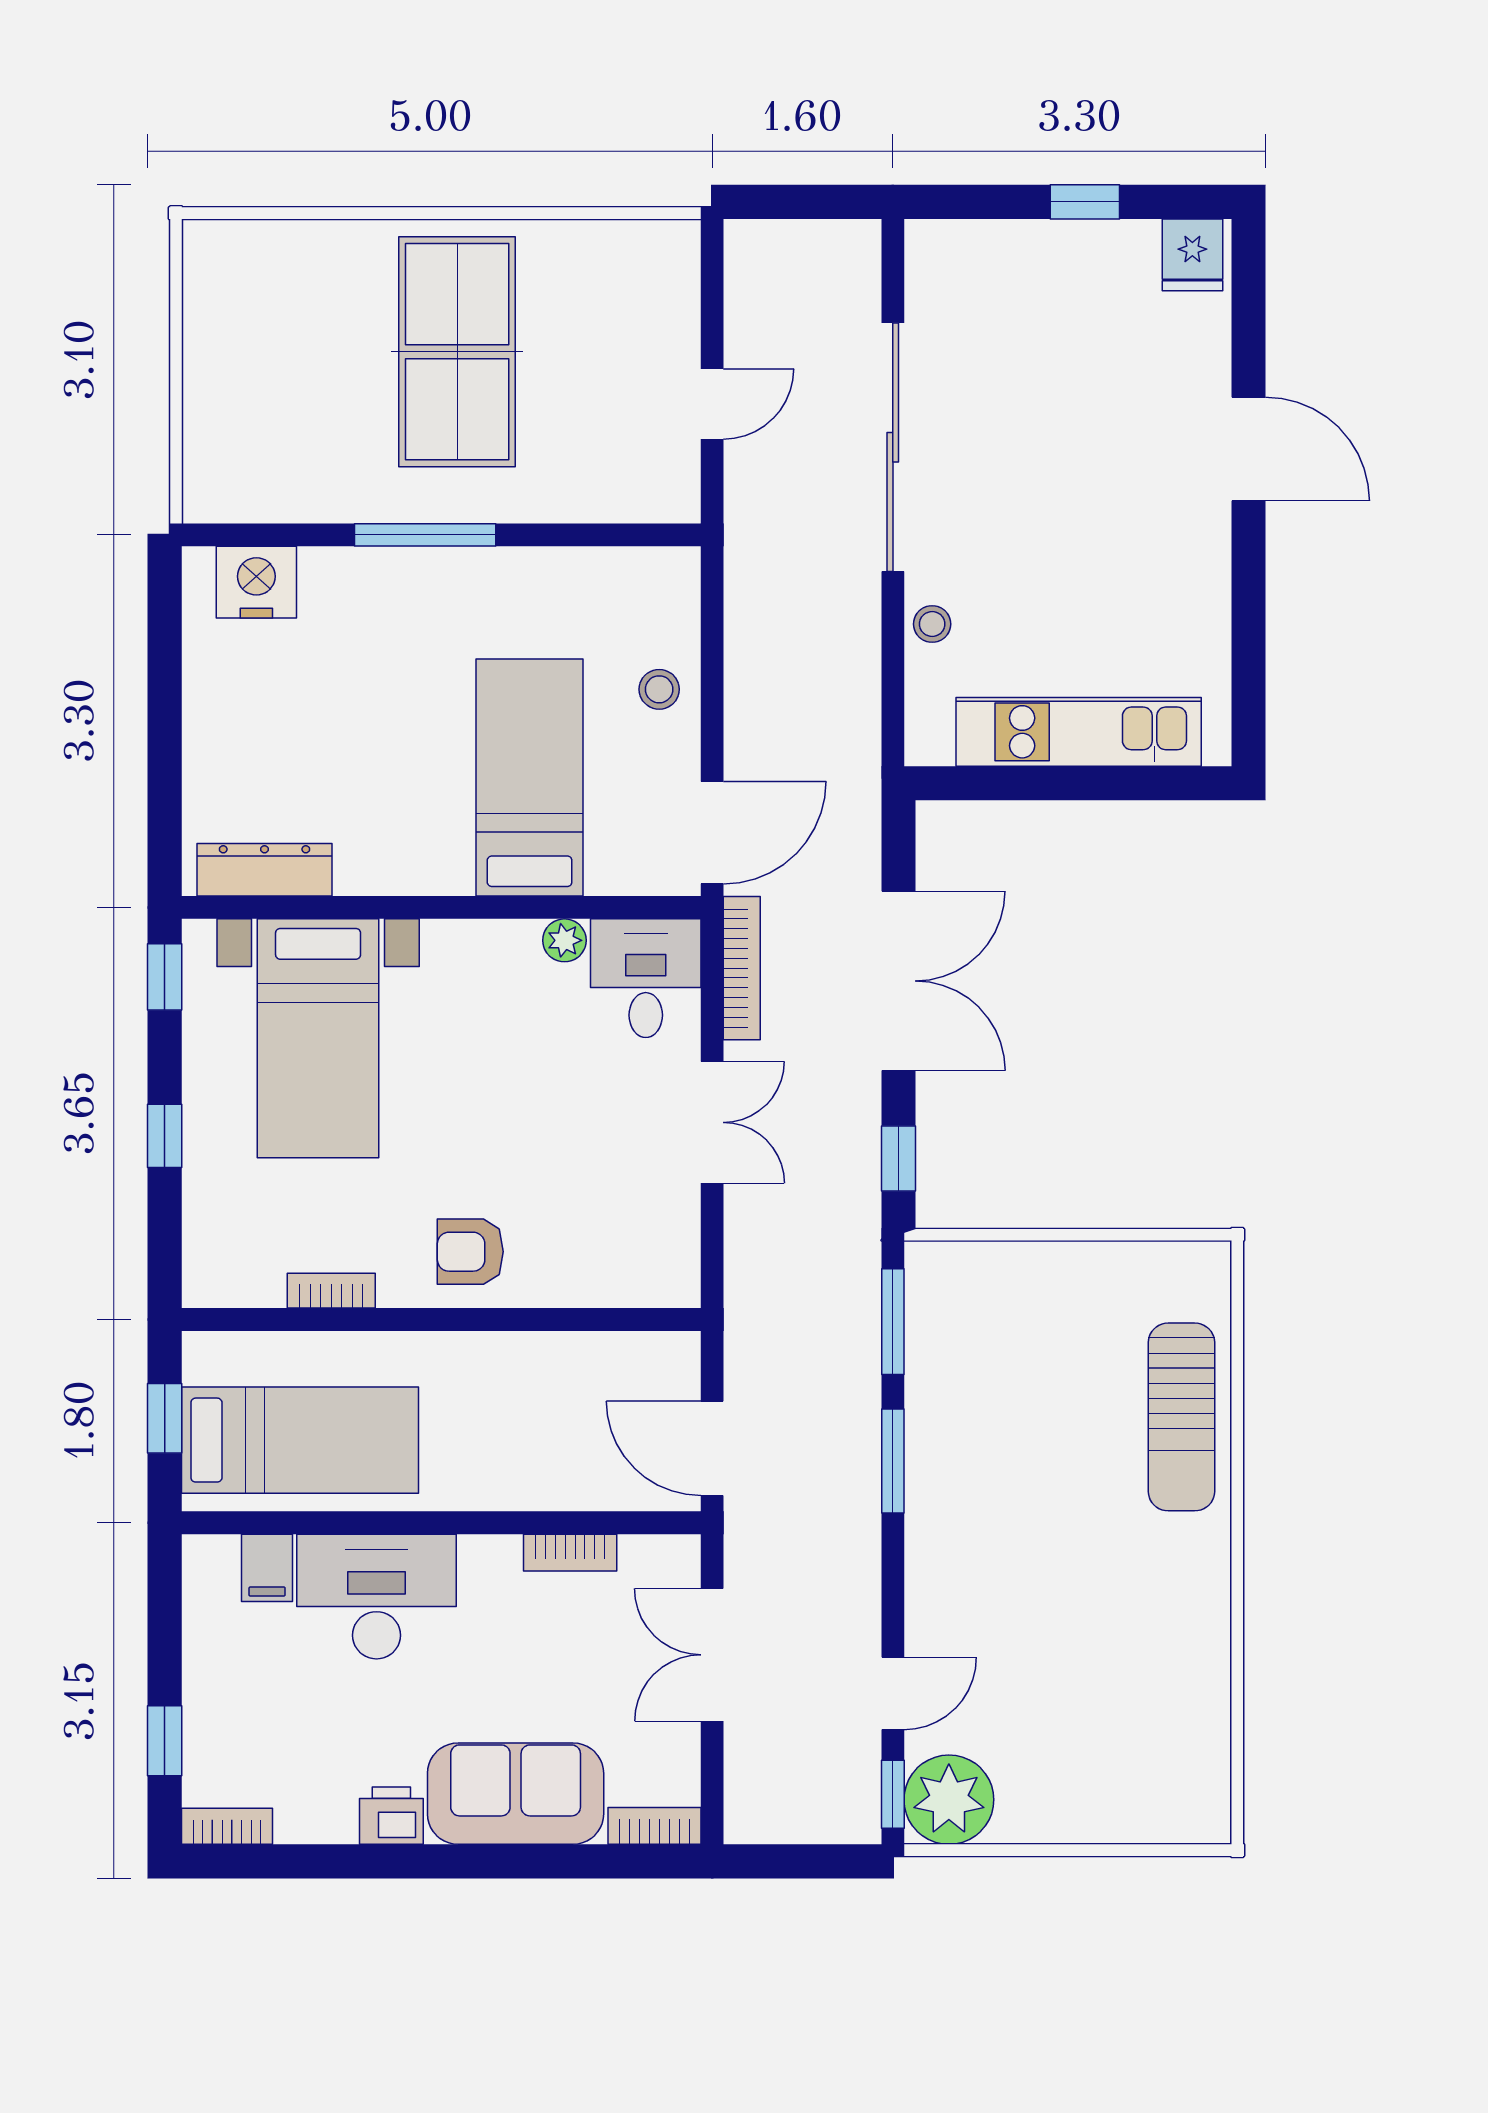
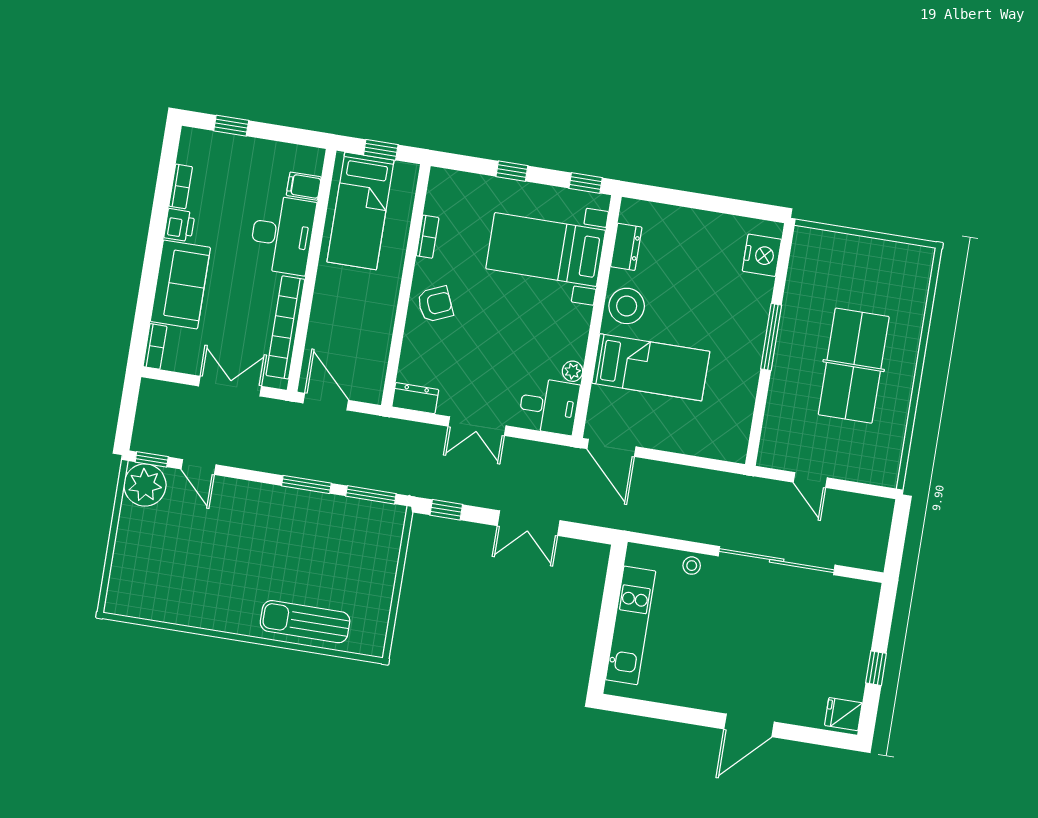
table tennis table: (457, 352) -> (854, 366), turned 90
stool: (659, 689) -> (627, 306), moved, width x1.89, depth x1.89
dresser: (265, 870) -> (626, 247), width x0.70
bookcase: (742, 968) -> (546, 451), removed
double door: (898, 981) -> (529, 523), width x0.73
armchair: (470, 1252) -> (435, 304), turned 67
dresser: (675, 1262) -> (415, 398), added
door: (712, 1448) -> (326, 402), hinge flipped
bookcase: (570, 1553) -> (285, 327), width x2.31, depth x1.31
bookcase: (227, 1826) -> (181, 186), moved

